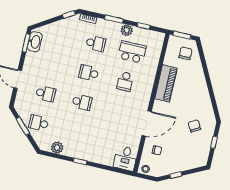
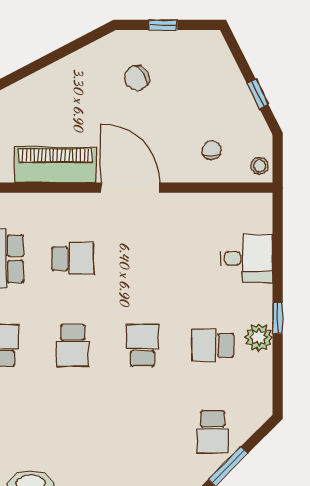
school desk: (46, 94) -> (213, 345), moved, turned -90
door: (147, 123) -> (130, 188), moved
plant: (57, 148) -> (259, 337), moved
desk: (126, 158) -> (247, 259), moved

